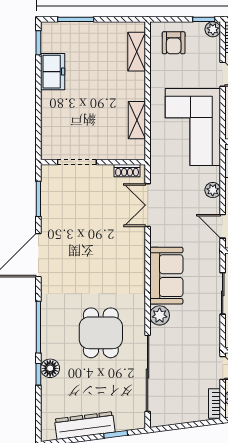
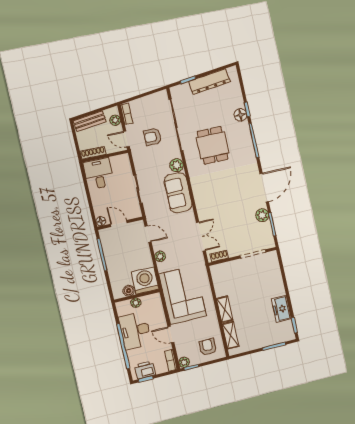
shelving: (137, 120) -> (225, 309), moved
plant: (51, 215) -> (262, 215), added
armchair: (185, 363) -> (153, 137), added

